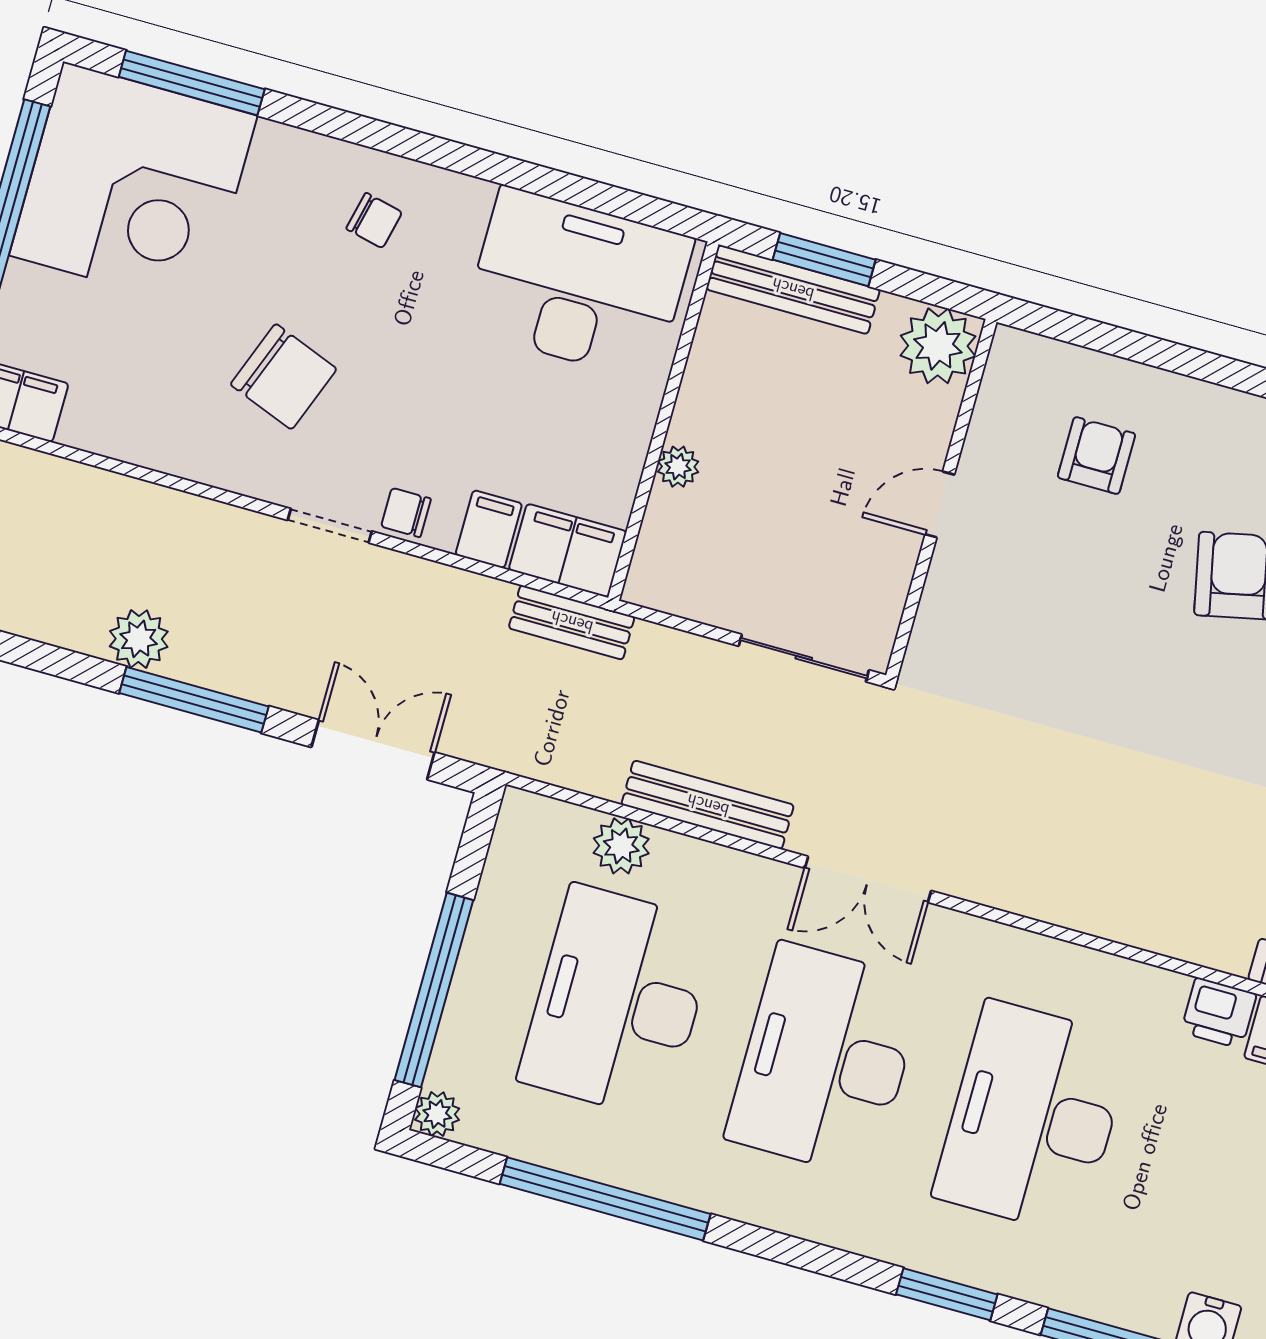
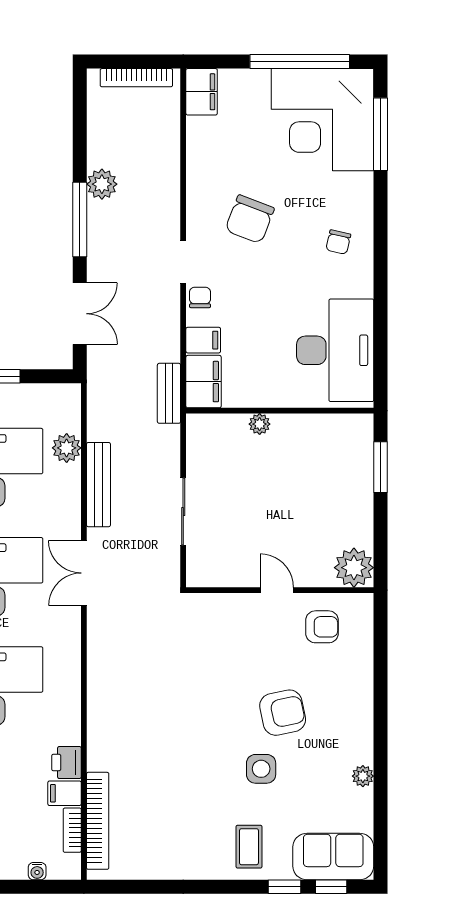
bench: (793, 289) -> (362, 456), removed
plant: (938, 346) -> (354, 568), moved
wall: (941, 499) -> (280, 590), moved
door: (940, 504) -> (277, 590), moved

